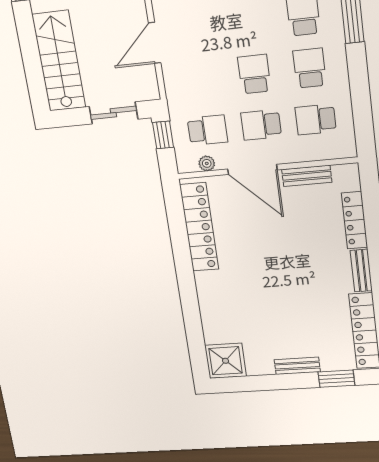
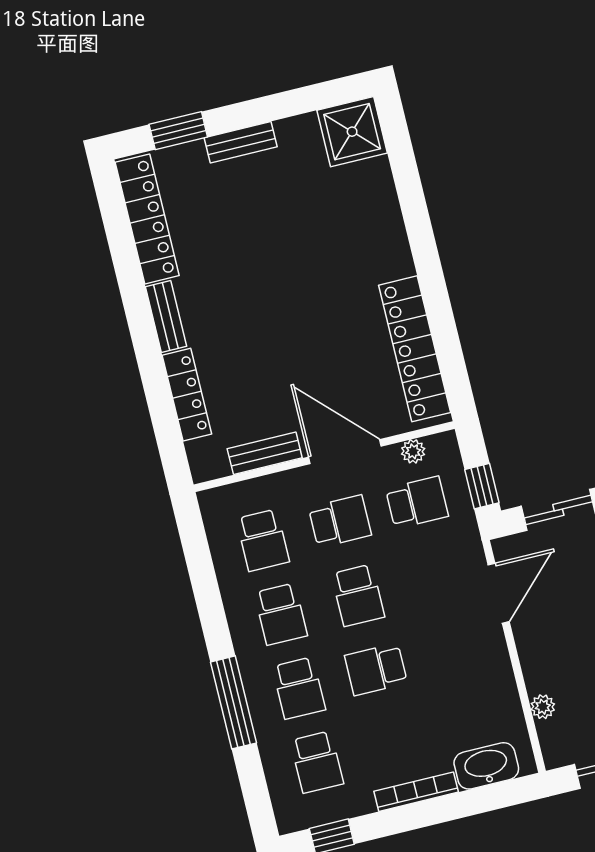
school desk: (247, 22) -> (376, 669), added
door: (155, 43) -> (499, 593), moved
school desk: (316, 119) -> (263, 540), turned 90
school desk: (207, 130) -> (417, 503), turned 180

